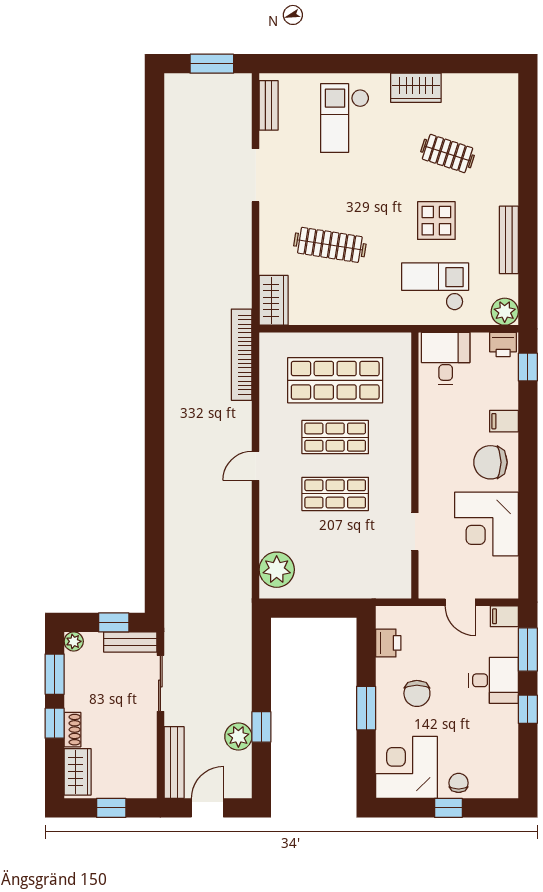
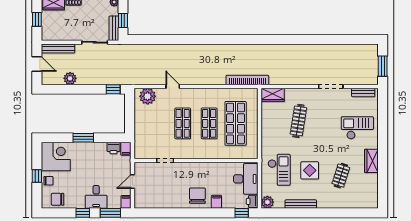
desk: (446, 358) -> (246, 179), width x1.37
door: (256, 466) -> (173, 86), moved
corner desk: (486, 524) -> (169, 194), removed
filing cabinet: (390, 616) -> (126, 149), added
chair: (417, 693) -> (58, 199), moved
window: (261, 727) -> (113, 89), moved

